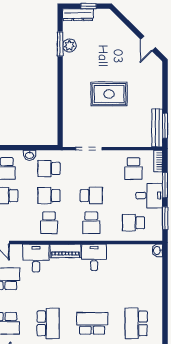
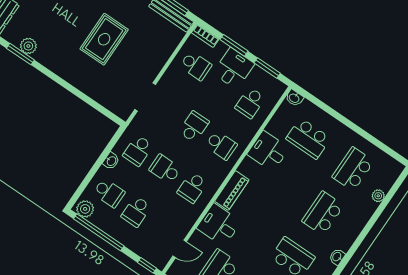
school desk: (49, 196) -> (165, 169), turned 90
school desk: (49, 223) -> (192, 188), turned 90
desk: (94, 257) -> (268, 151), moved
school desk: (136, 279) -> (308, 138), added
school desk: (136, 323) -> (353, 169), turned 90

